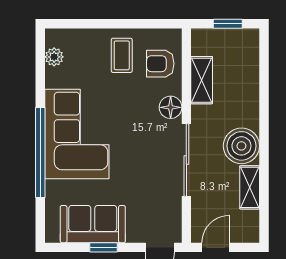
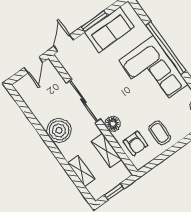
armchair: (160, 64) -> (135, 143), turned 90
shelving: (250, 187) -> (81, 171), moved
window: (104, 247) -> (94, 21), width x1.50

